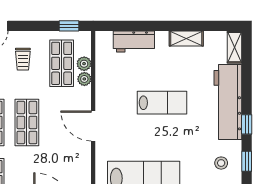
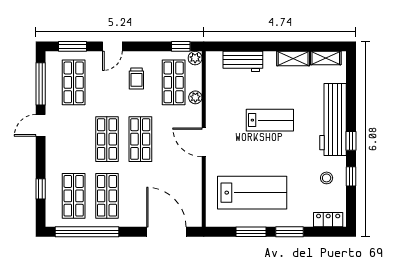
shelving: (235, 47) -> (326, 58), moved, turned 90
plant: (84, 64) -> (195, 58), moved

